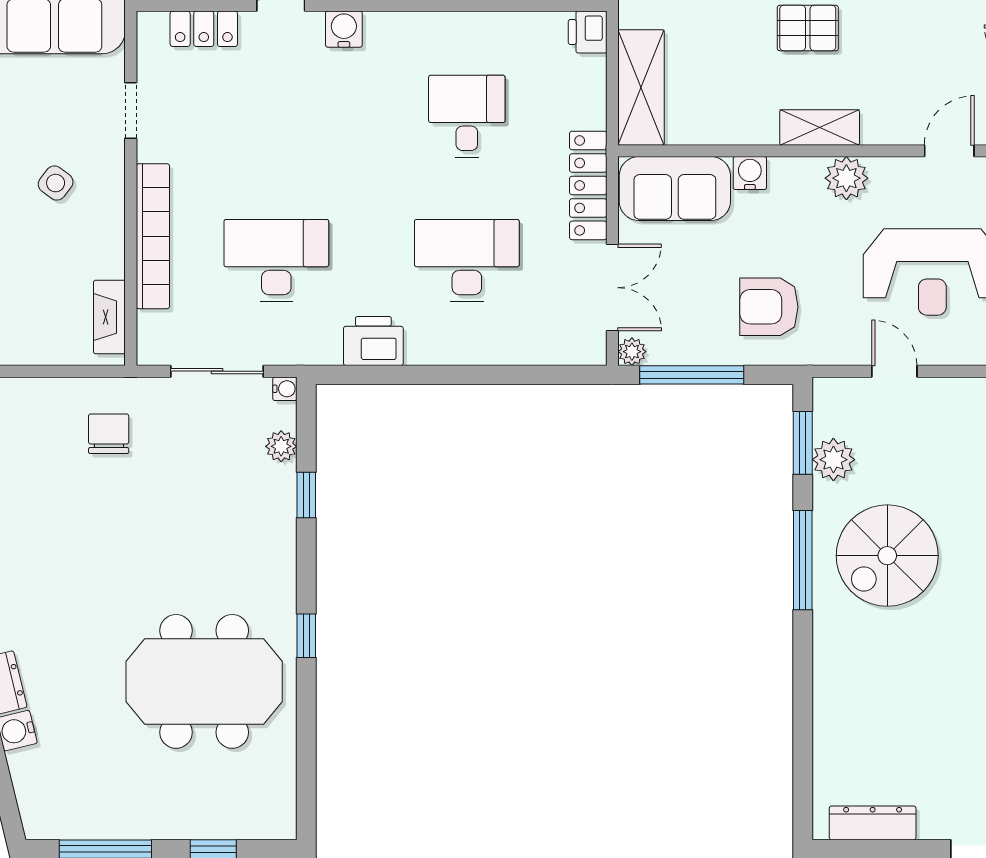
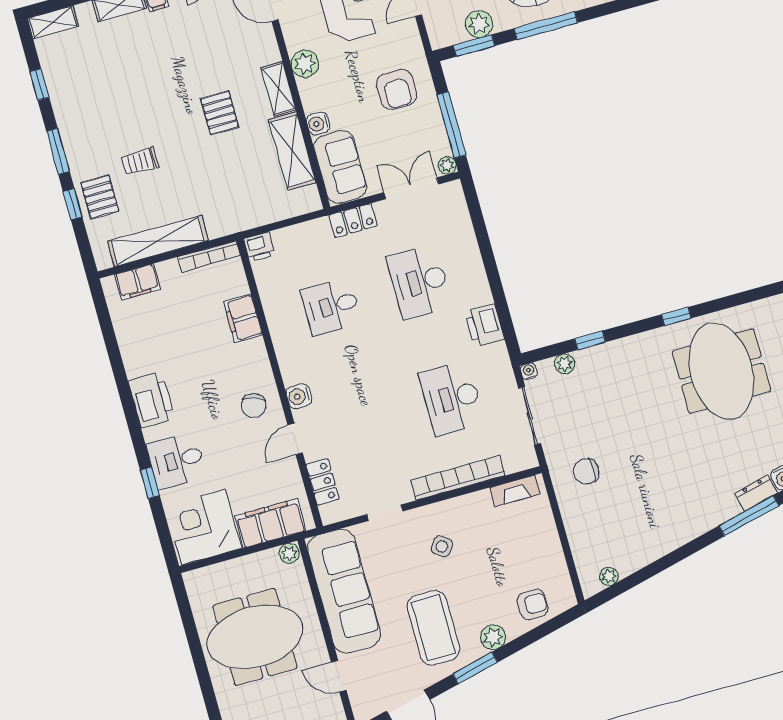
shelving: (641, 87) -> (292, 151), moved, turned 90
locker: (588, 185) -> (353, 220), width x0.66

